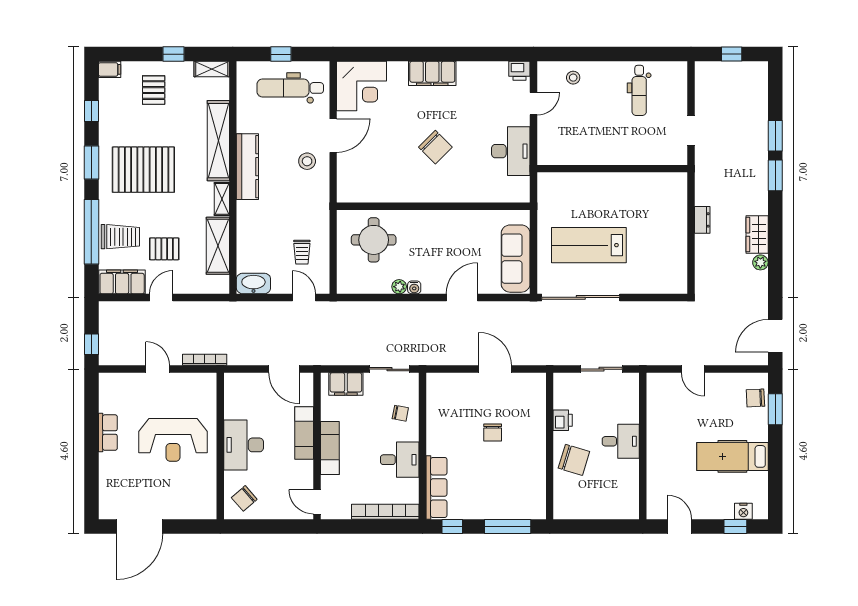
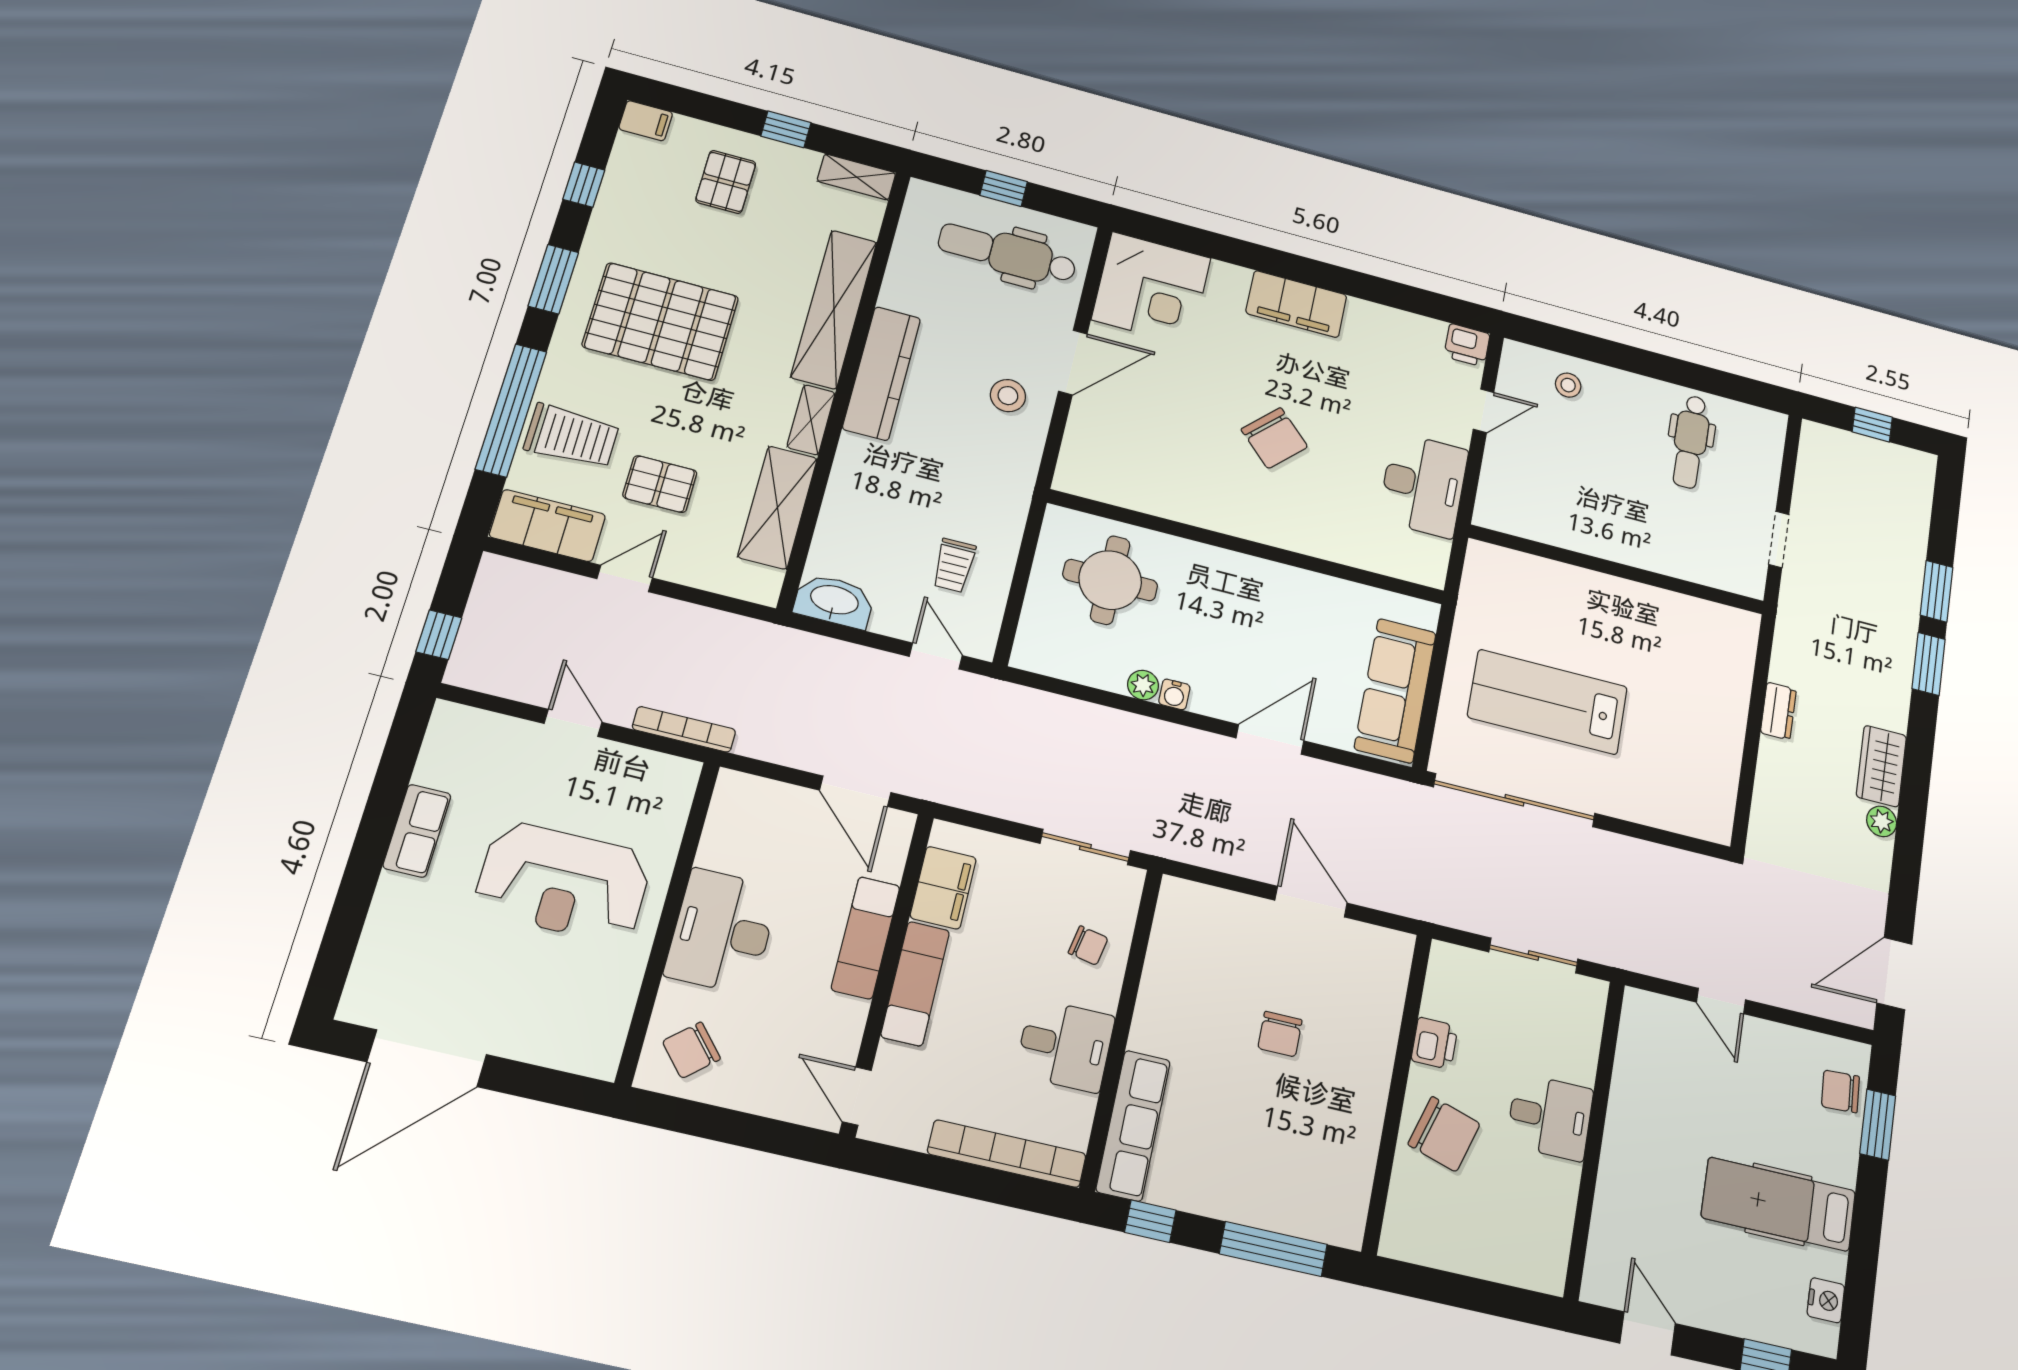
filing cabinet: (346, 384) -> (943, 888), moved, turned -90
nightstand: (743, 511) -> (1826, 1300), moved, turned -90

